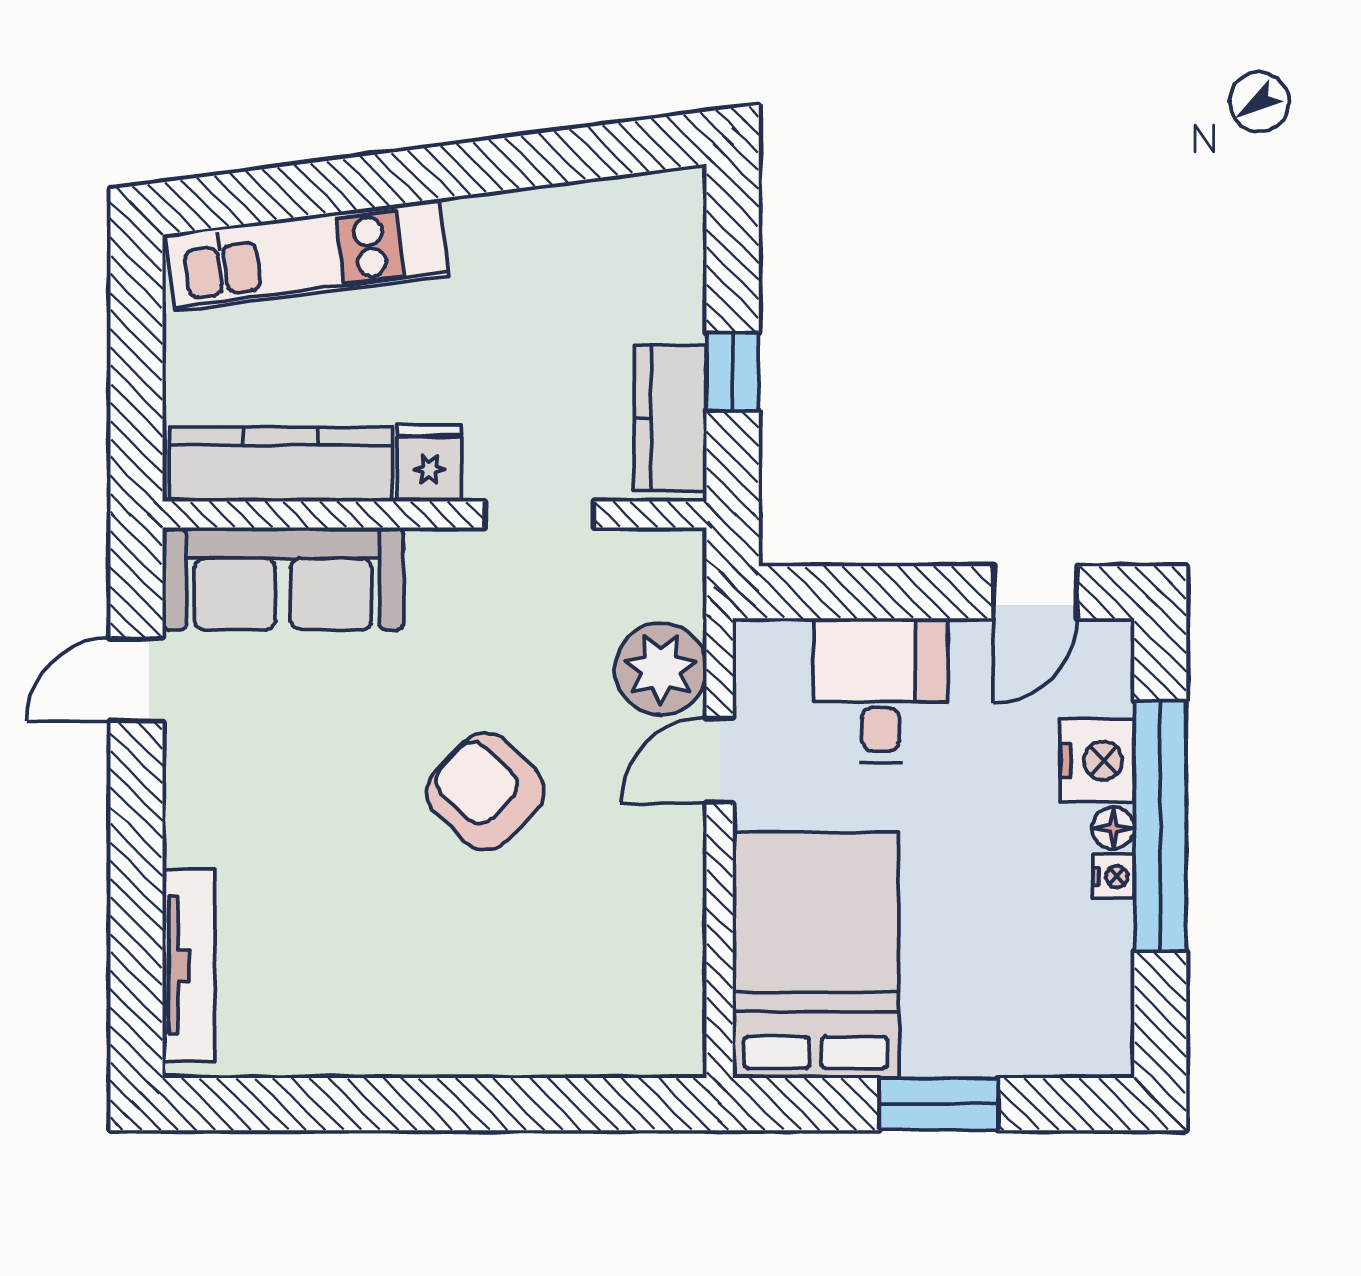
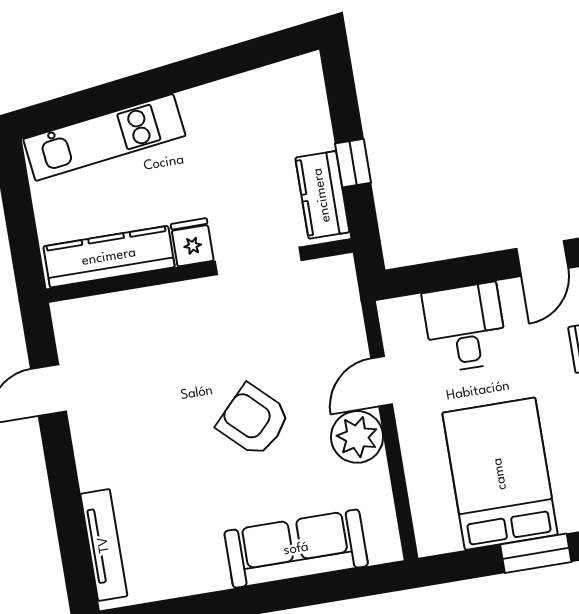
doorway: (540, 515) -> (258, 261), width x1.38
sofa: (283, 579) -> (296, 549), moved, turned 180
plant: (661, 669) -> (357, 437), moved
bed: (816, 955) -> (500, 474), moved

